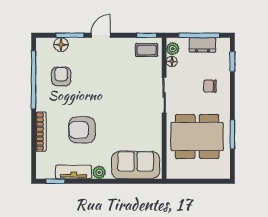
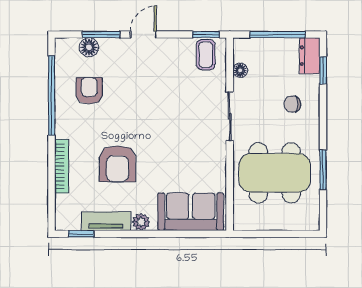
dresser: (202, 45) -> (310, 56), moved, turned 90
plant: (173, 49) -> (241, 53), removed
coffee table: (147, 50) -> (206, 55), turned 90
armchair: (82, 130) -> (117, 164), turned -90

